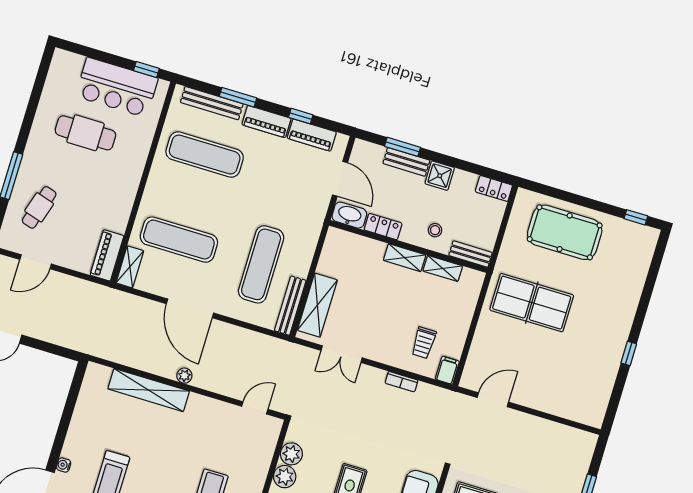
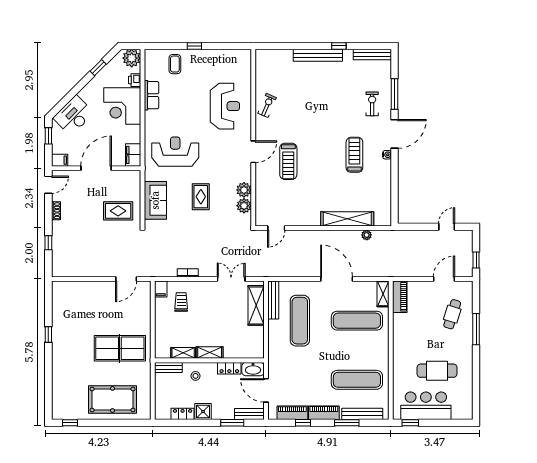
bench: (406, 162) -> (249, 414), moved
locker: (494, 188) -> (183, 414), moved
plant: (184, 376) -> (367, 235), moved

